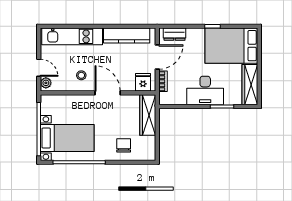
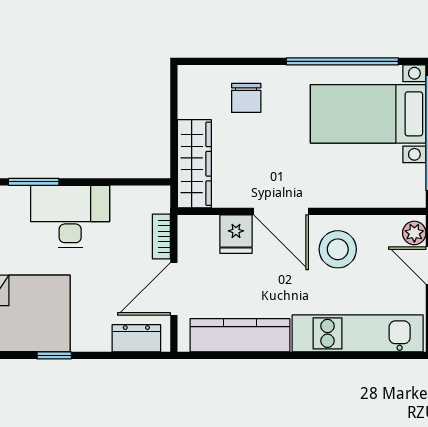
stool: (81, 75) -> (338, 249), width x1.89, depth x1.89
fridge: (143, 82) -> (236, 234), moved

